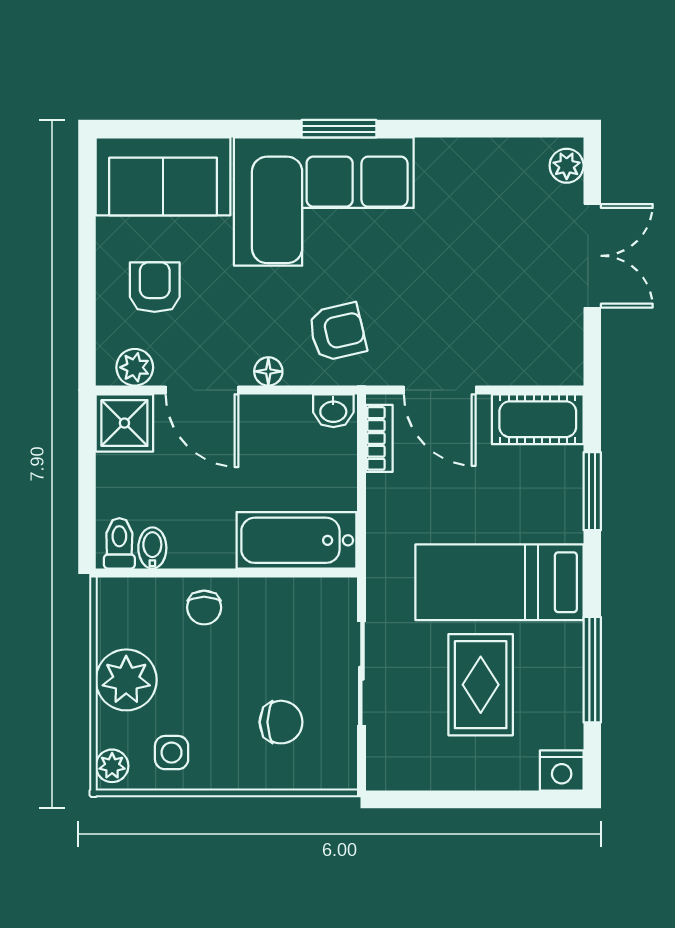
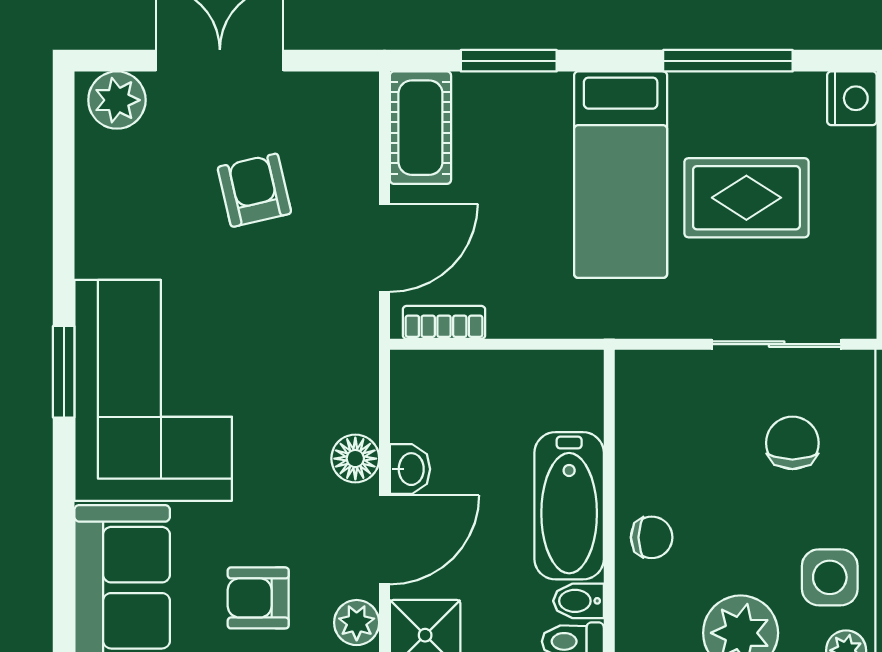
plant: (567, 166) -> (117, 100), width x1.38, depth x1.38
armchair: (337, 332) -> (254, 190), moved
floor lamp: (268, 371) -> (355, 459), width x1.37, depth x1.37
washbasin: (333, 411) -> (410, 469), moved
bathtub: (296, 540) -> (569, 506), moved
sliding door: (361, 673) -> (777, 344), moved
side table: (172, 753) -> (830, 577), width x1.37, depth x1.37

